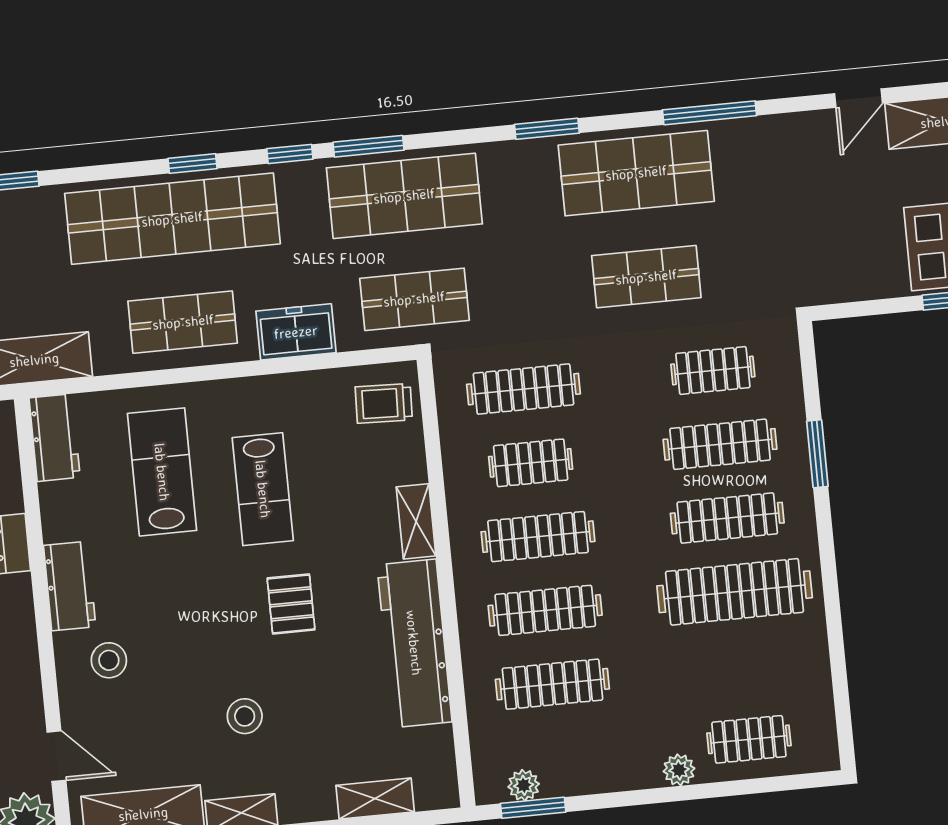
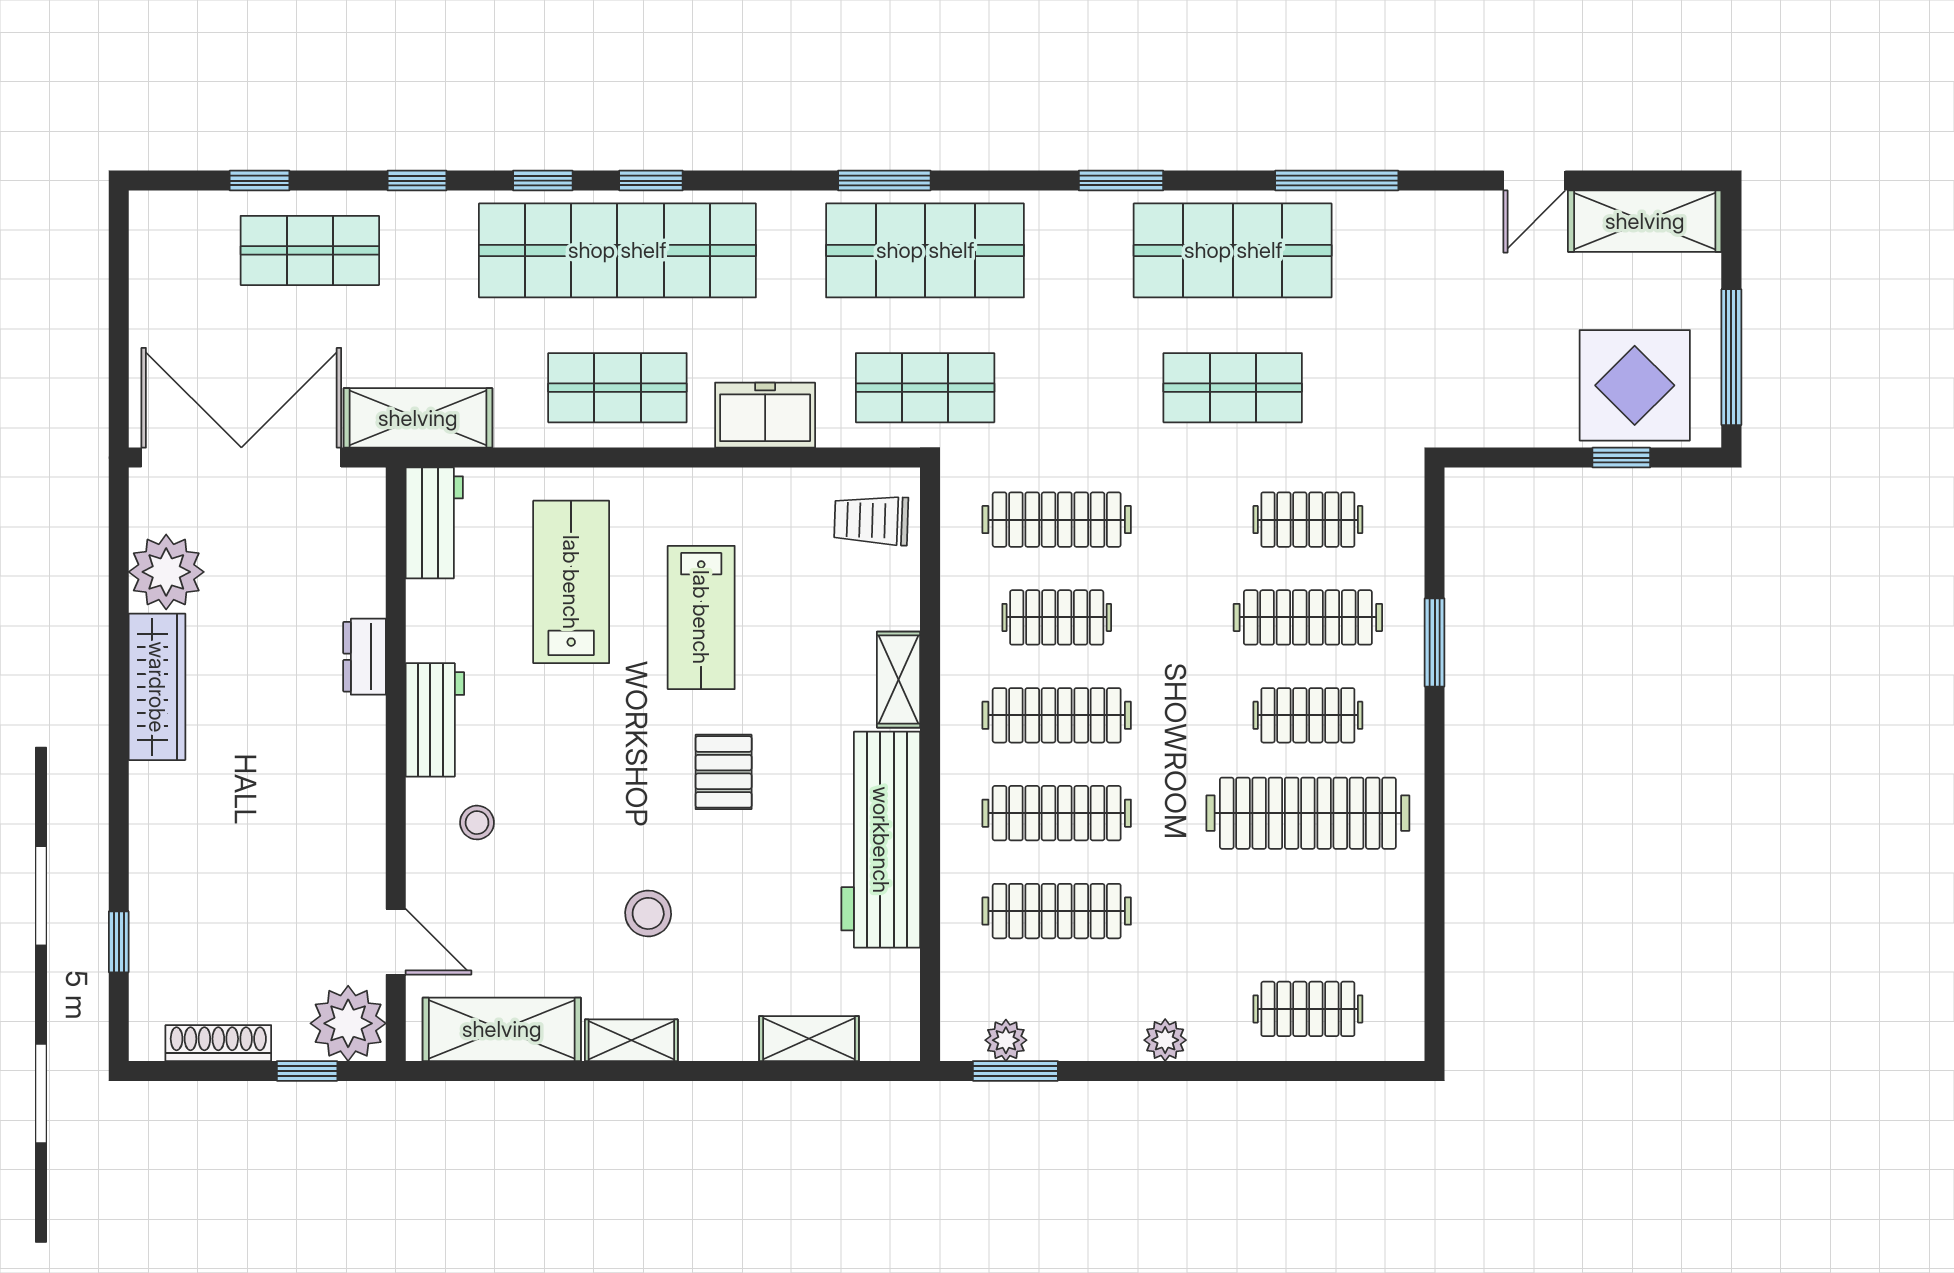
window: (290, 154) -> (543, 181), moved
clothes rail: (727, 518) -> (1308, 715), width x0.73
stool: (109, 660) -> (477, 823), width x0.73, depth x0.73
plant: (679, 770) -> (1165, 1040), moved

